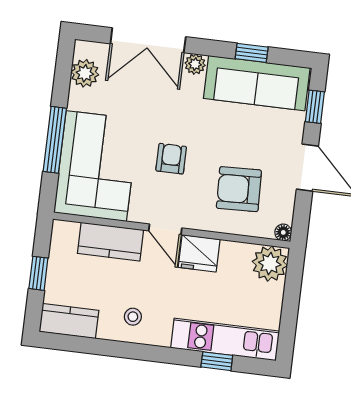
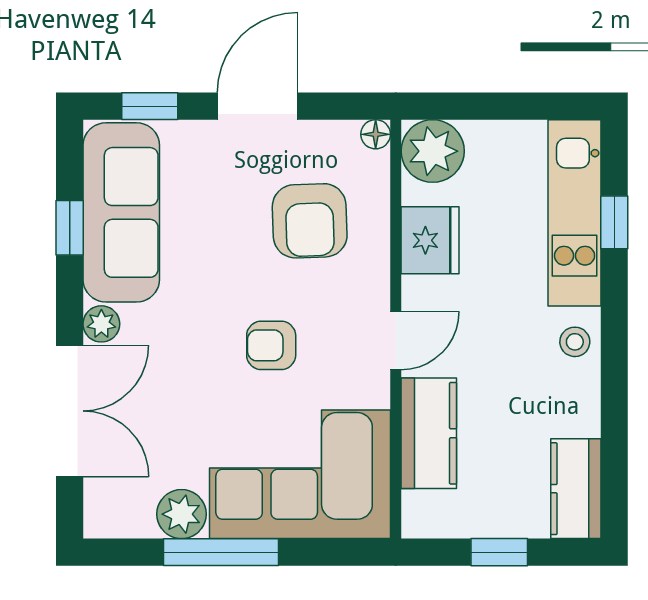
plant: (85, 73) -> (181, 514), moved
window: (55, 140) -> (221, 552), moved
fridge: (199, 253) -> (430, 240), moved
stool: (133, 317) -> (575, 342), moved

